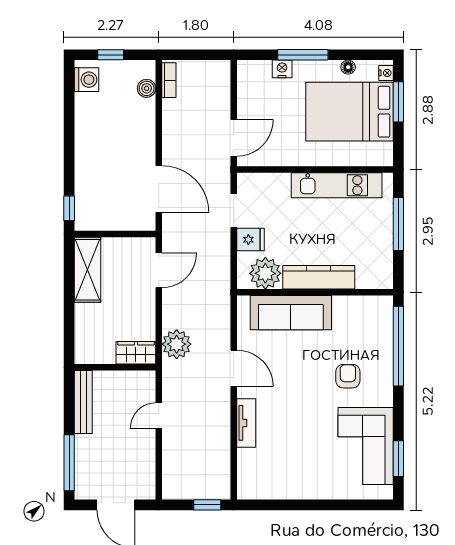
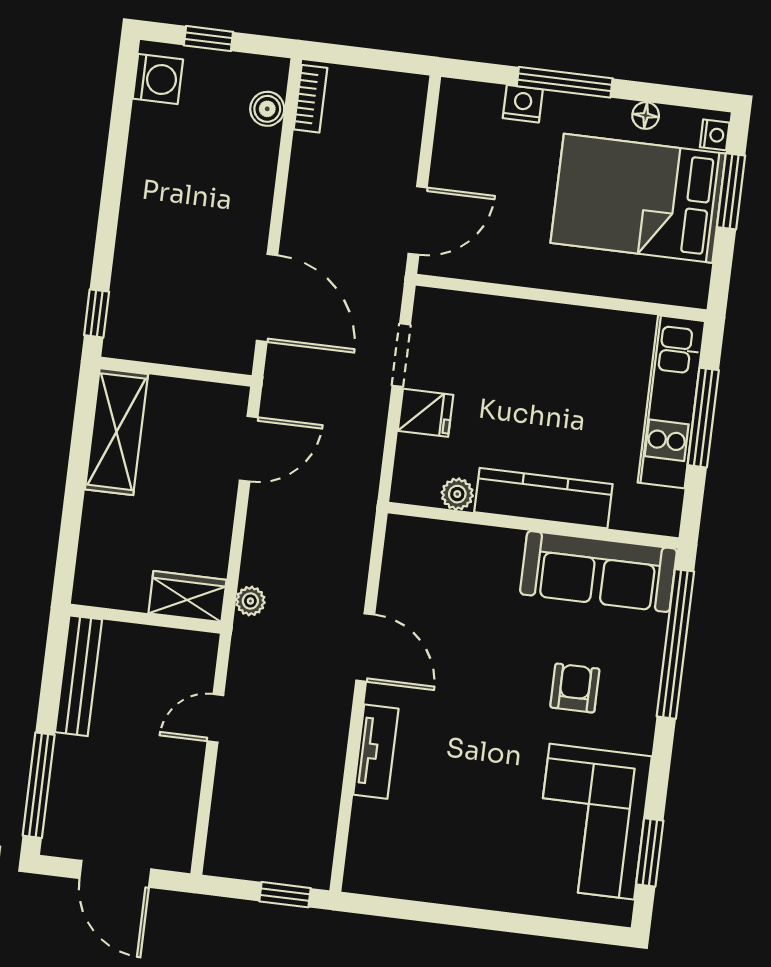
kitchen unit: (337, 185) -> (671, 402), moved, turned 90
plant: (265, 273) -> (457, 494), width x0.53, depth x0.53
sofa: (291, 313) -> (598, 571), moved
plant: (177, 344) -> (250, 601), width x0.53, depth x0.53

